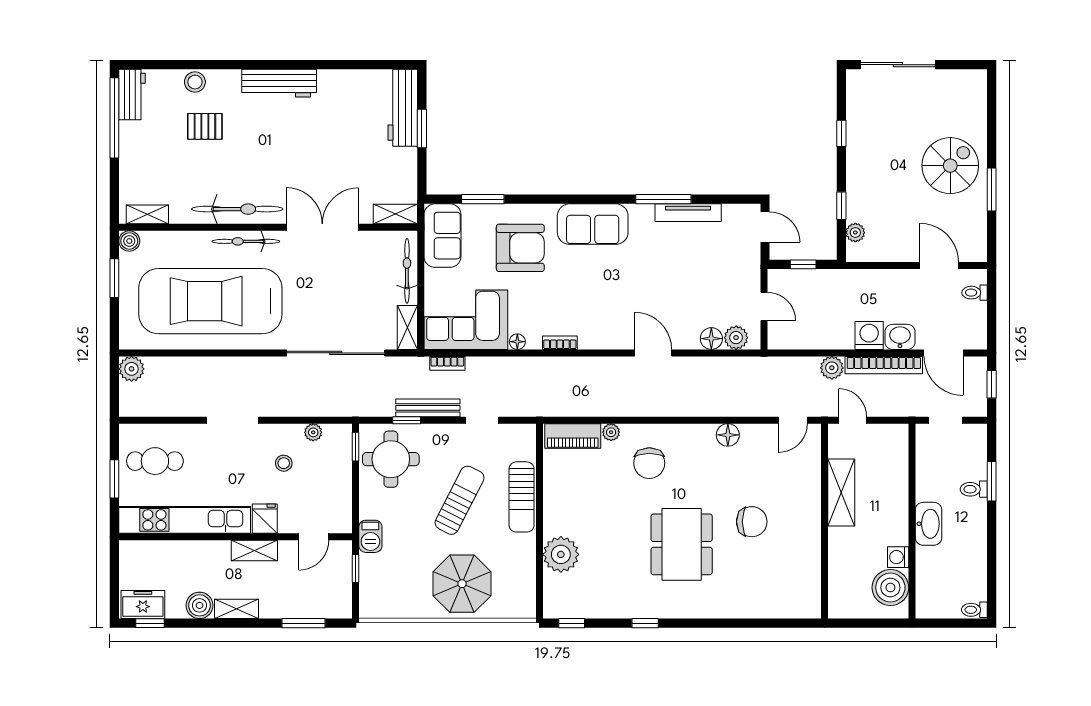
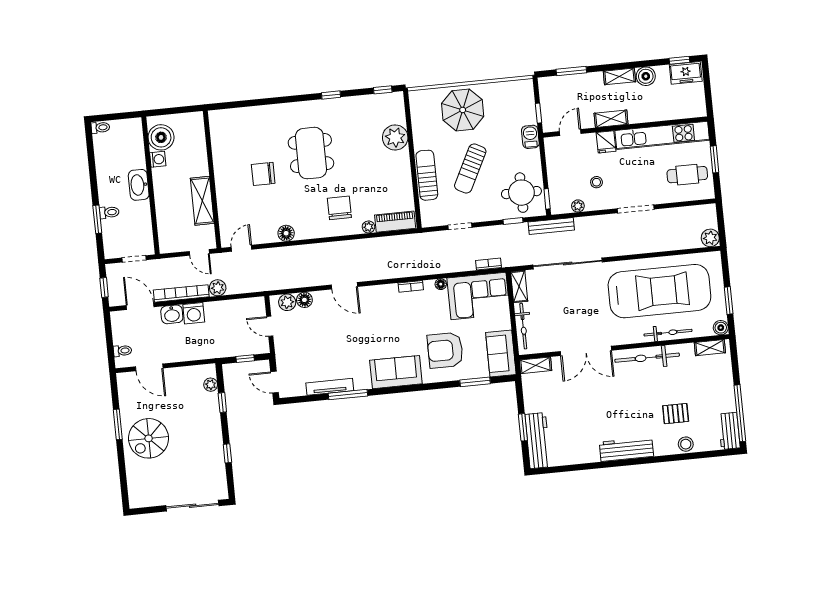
bicycle: (246, 241) -> (668, 333), moved
bench: (428, 408) -> (551, 226), moved

